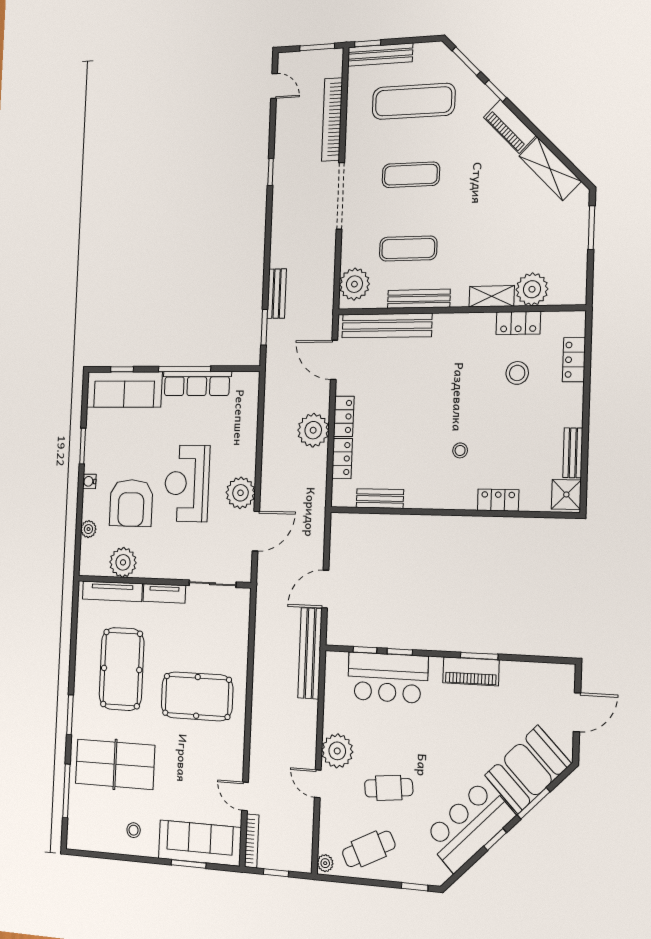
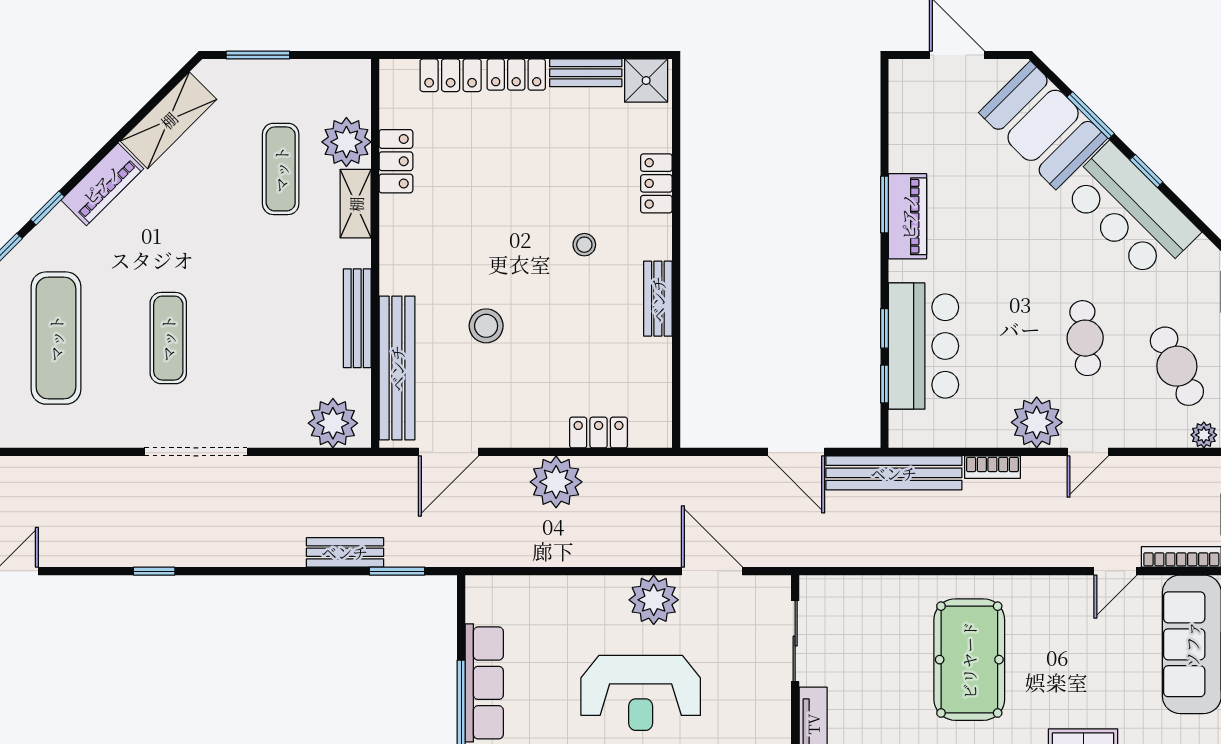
bookcase: (332, 119) -> (992, 467), moved, width x0.43, depth x0.76
exercise mat: (408, 249) -> (281, 169), moved
stool: (517, 373) -> (486, 326), moved
locker: (344, 416) -> (516, 75), moved, turned 180
bench: (380, 498) -> (658, 299), moved

